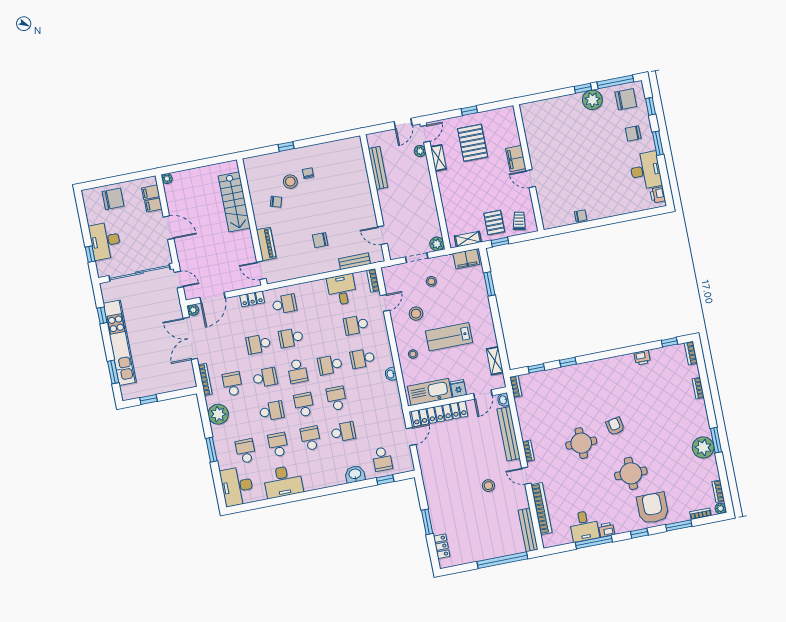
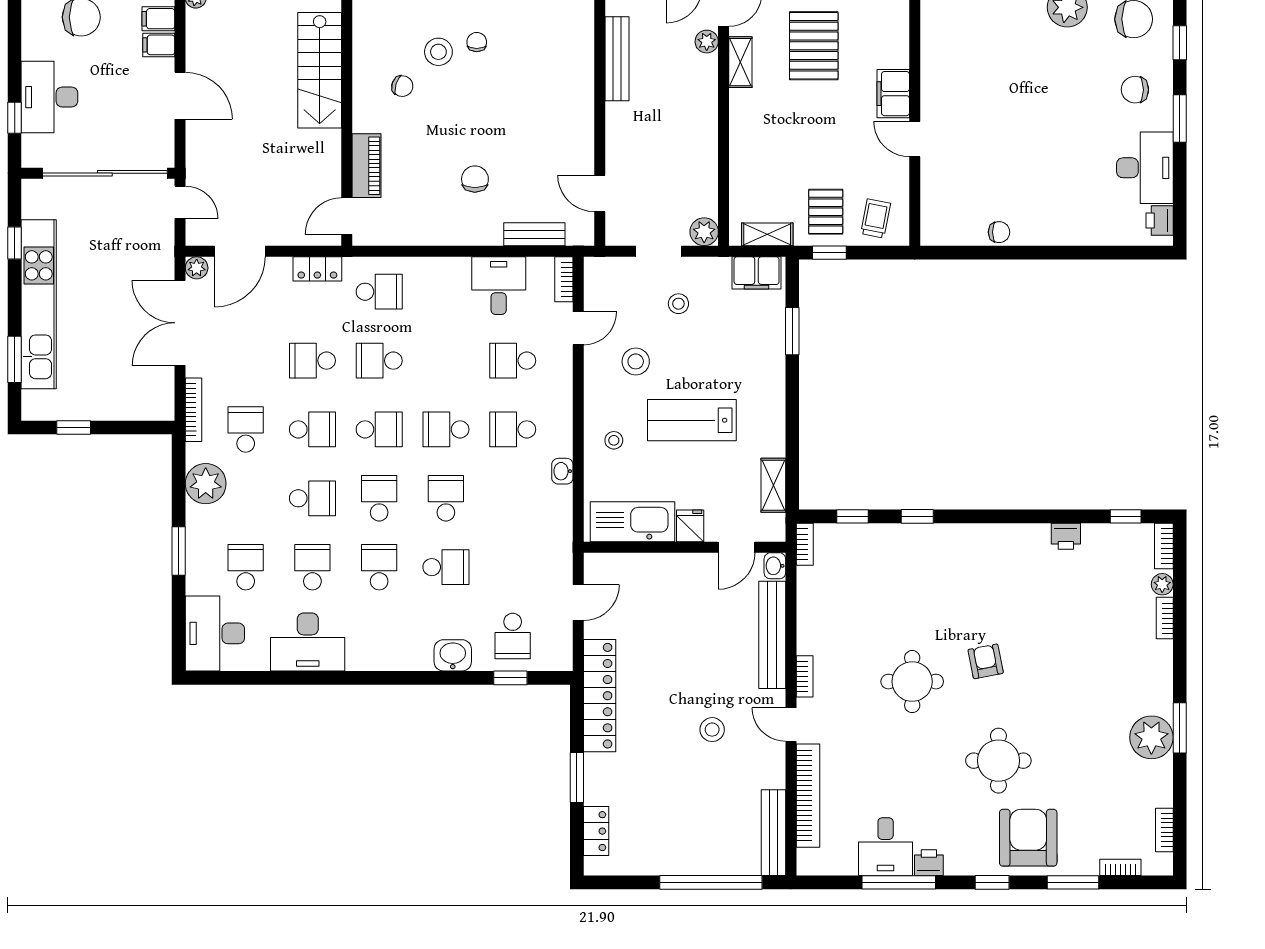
chair: (320, 240) -> (475, 179), turned 90
door: (261, 270) -> (347, 216), hinge flipped
school desk: (298, 371) -> (379, 429), turned -90
locker: (440, 414) -> (600, 696), moved, turned -90
plant: (721, 508) -> (1162, 584), moved

